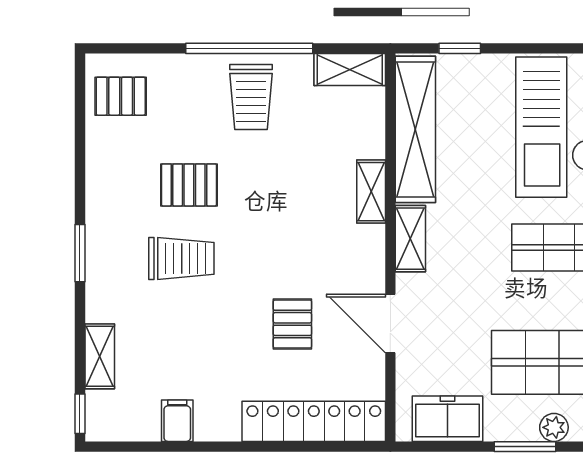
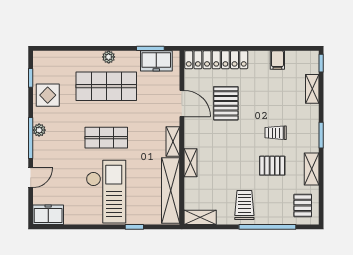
window: (249, 48) -> (267, 227), moved
window: (460, 48) -> (134, 227), moved
pallet: (121, 96) -> (303, 205), turned 90
shelving: (101, 177) -> (312, 169), added
trolley: (181, 258) -> (276, 133), width x0.73, depth x0.72
pallet: (292, 324) -> (226, 103), width x1.50, depth x1.42
window: (525, 447) -> (150, 48), moved

